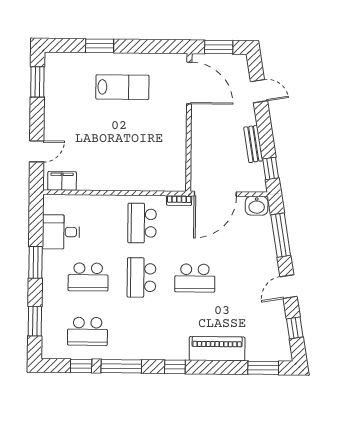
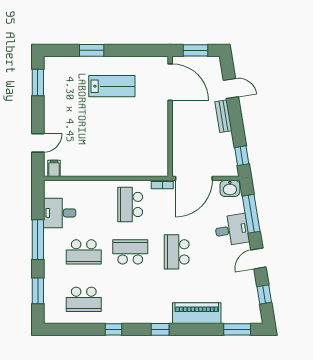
bench: (253, 144) -> (223, 116), moved
filing cabinet: (62, 181) -> (54, 168), width x0.50
desk: (258, 254) -> (232, 230), added
window: (35, 262) -> (38, 240), width x1.44
school desk: (141, 278) -> (130, 252), turned 90
school desk: (195, 278) -> (177, 252), turned 90
window: (81, 366) -> (78, 329), removed
window: (121, 366) -> (113, 329), width x0.46

